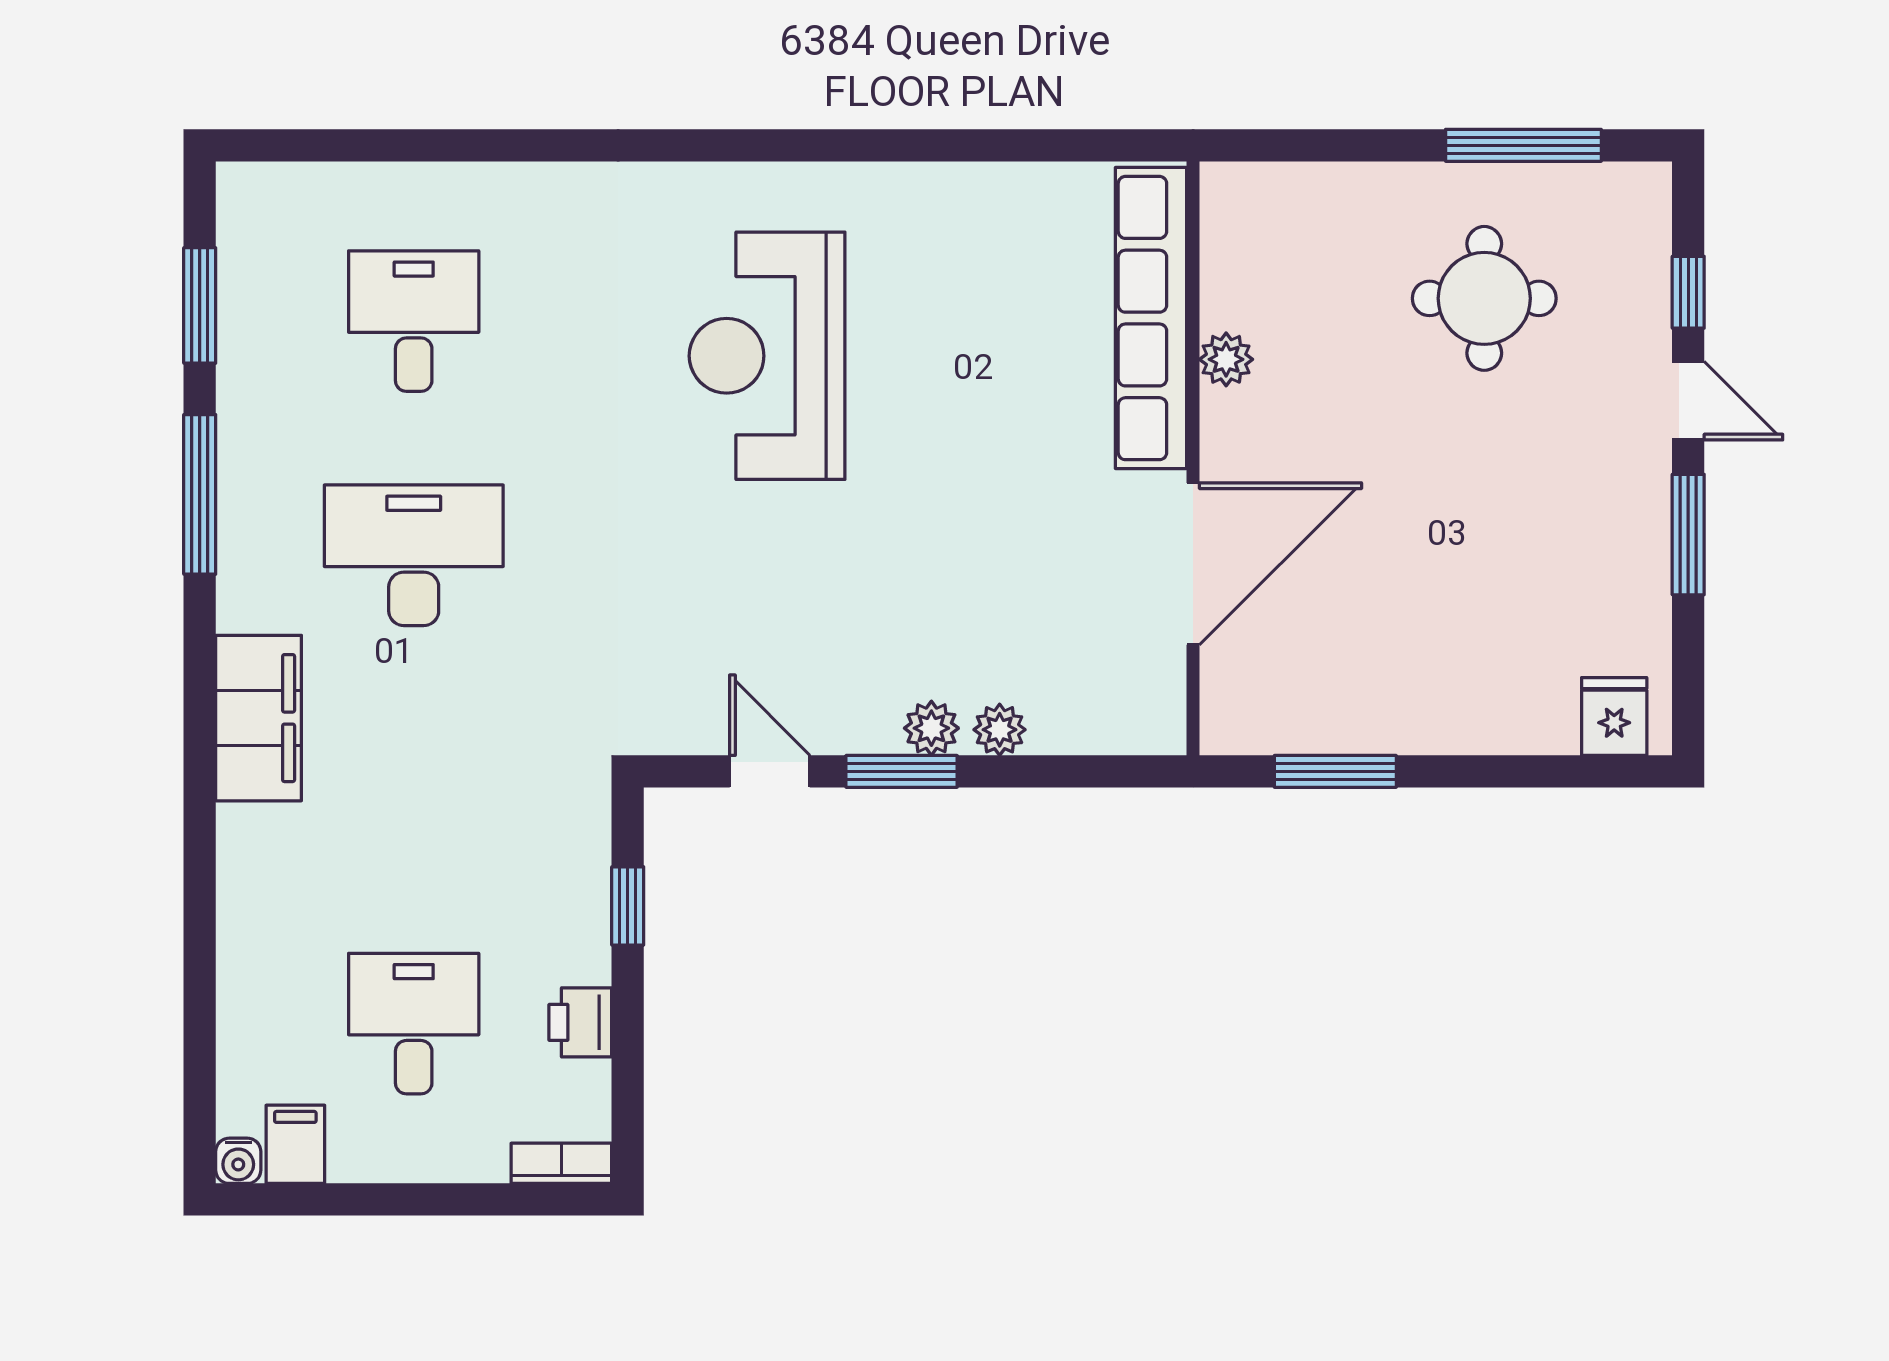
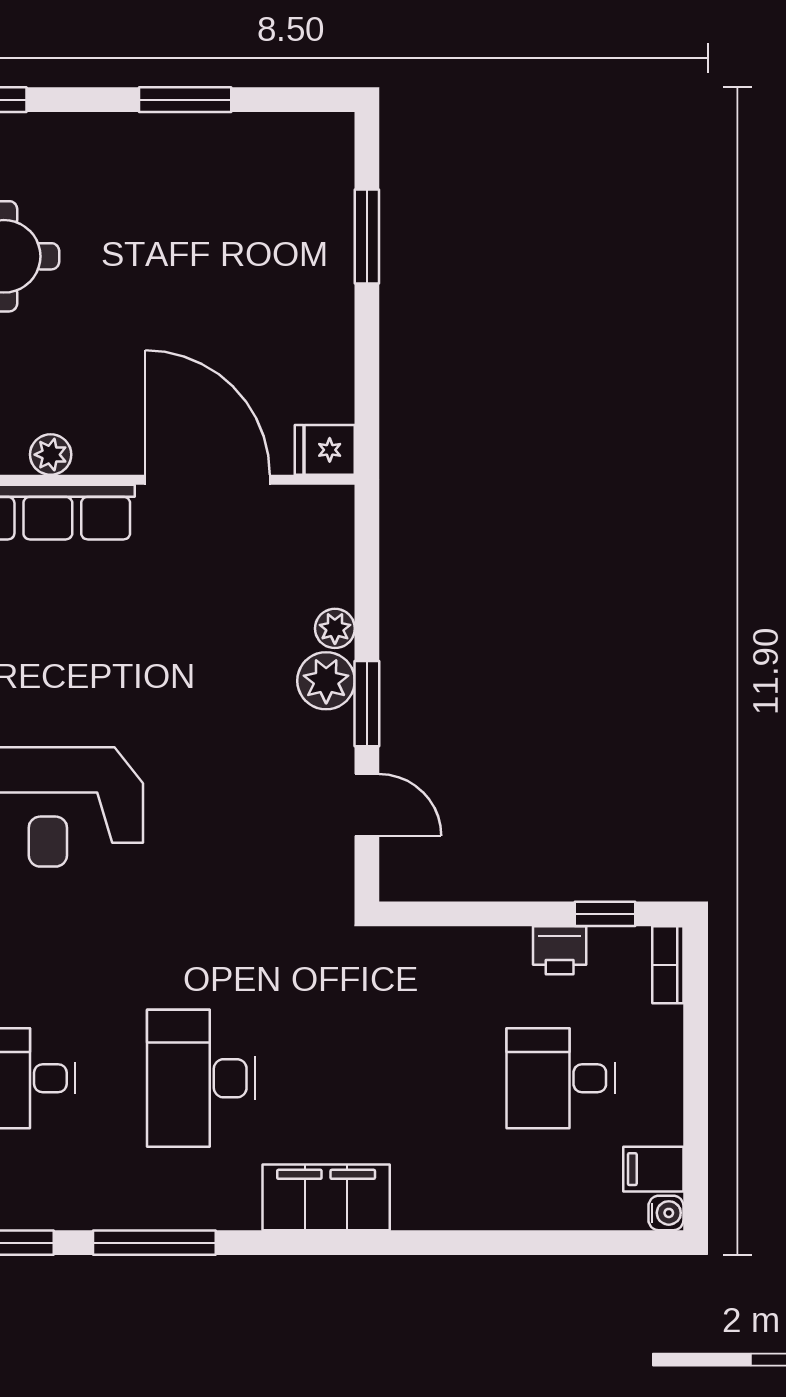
door: (1688, 401) -> (82, 100), removed
fridge: (1614, 717) -> (325, 450), moved
plant: (931, 728) -> (326, 681), width x1.38, depth x1.38
door: (770, 771) -> (367, 805), swing flipped
window: (1335, 771) -> (367, 237), moved
window: (628, 906) -> (605, 914), moved

